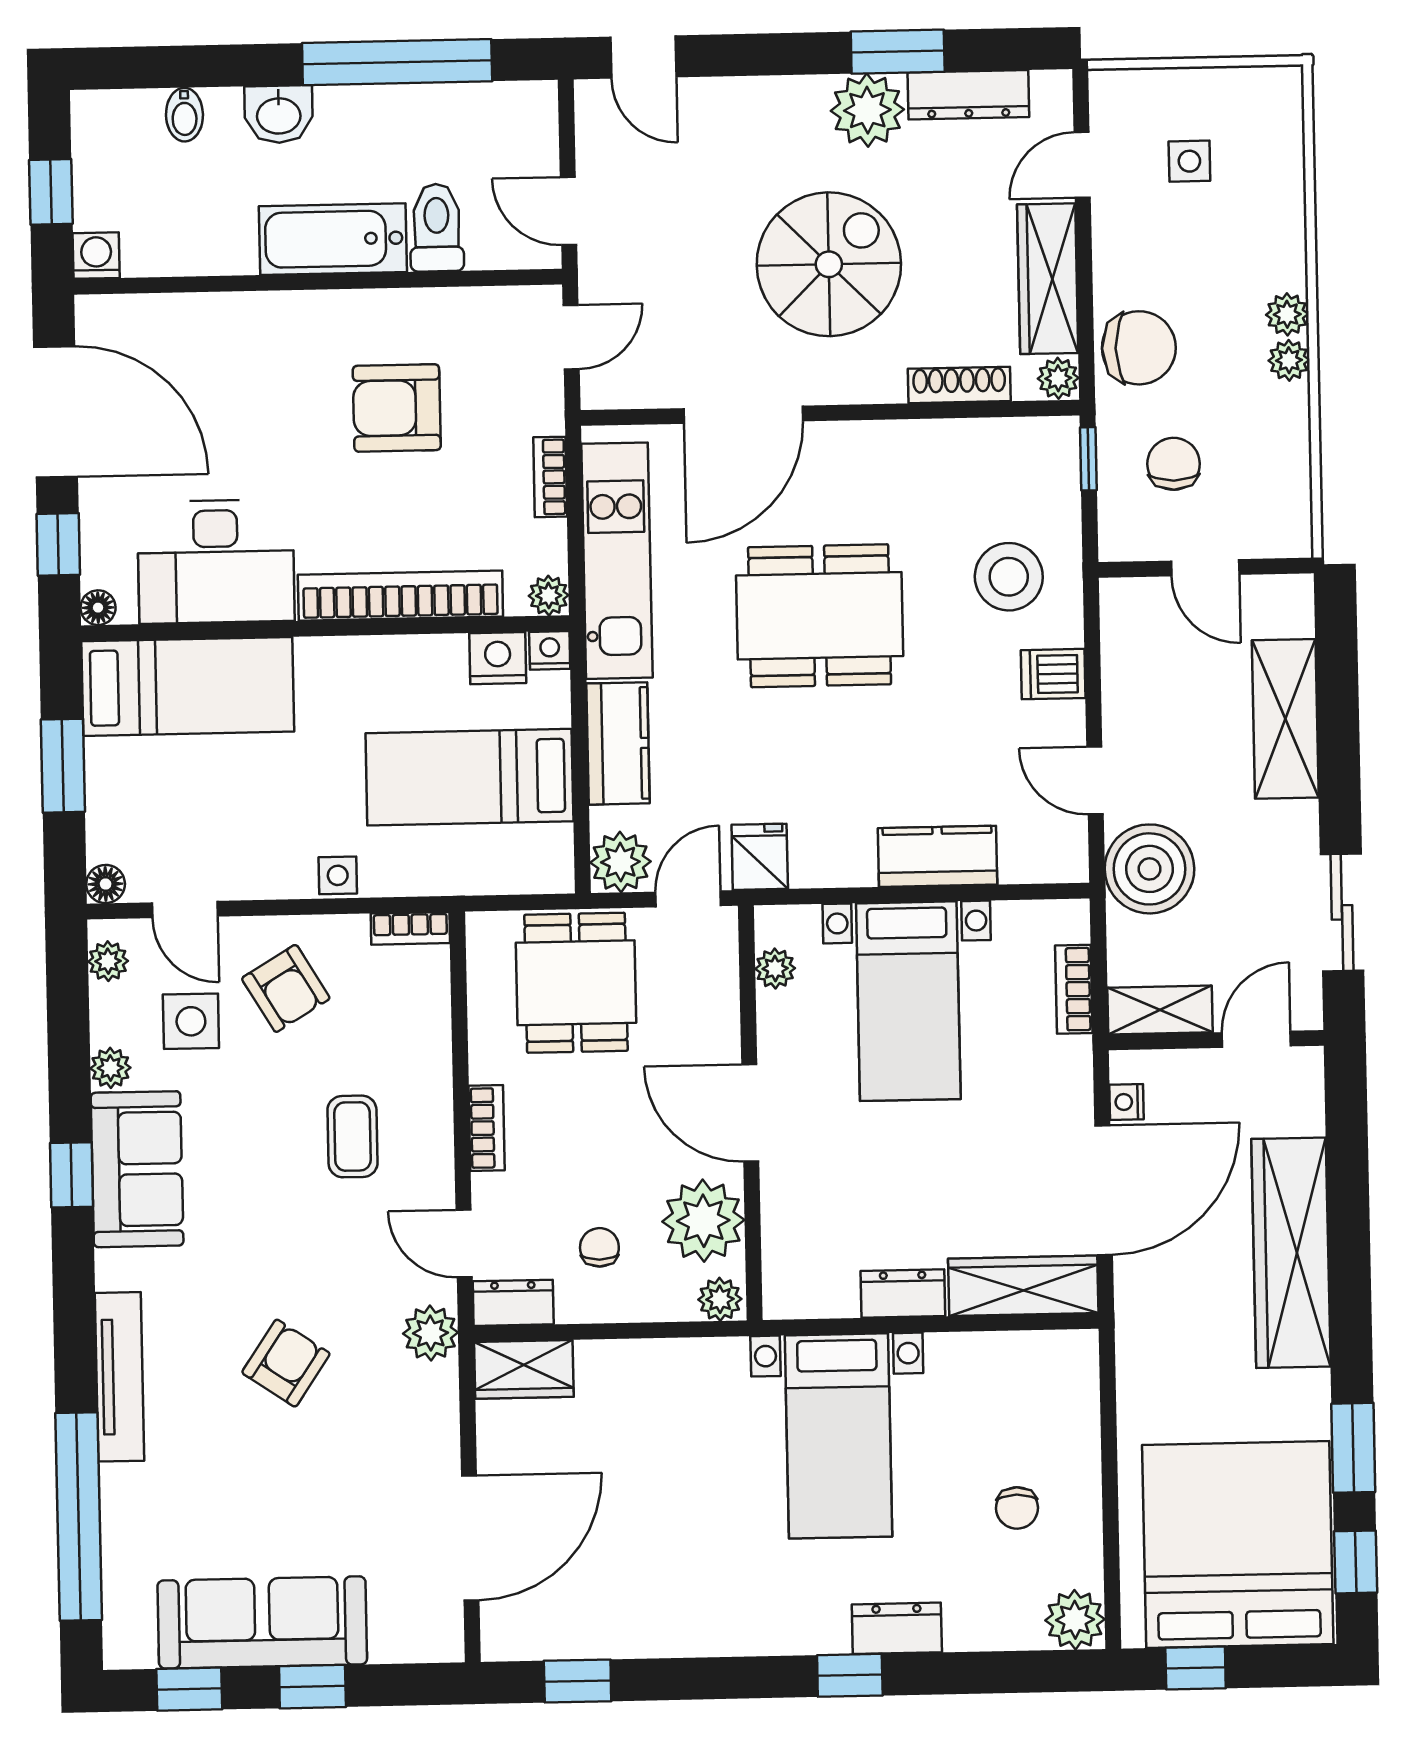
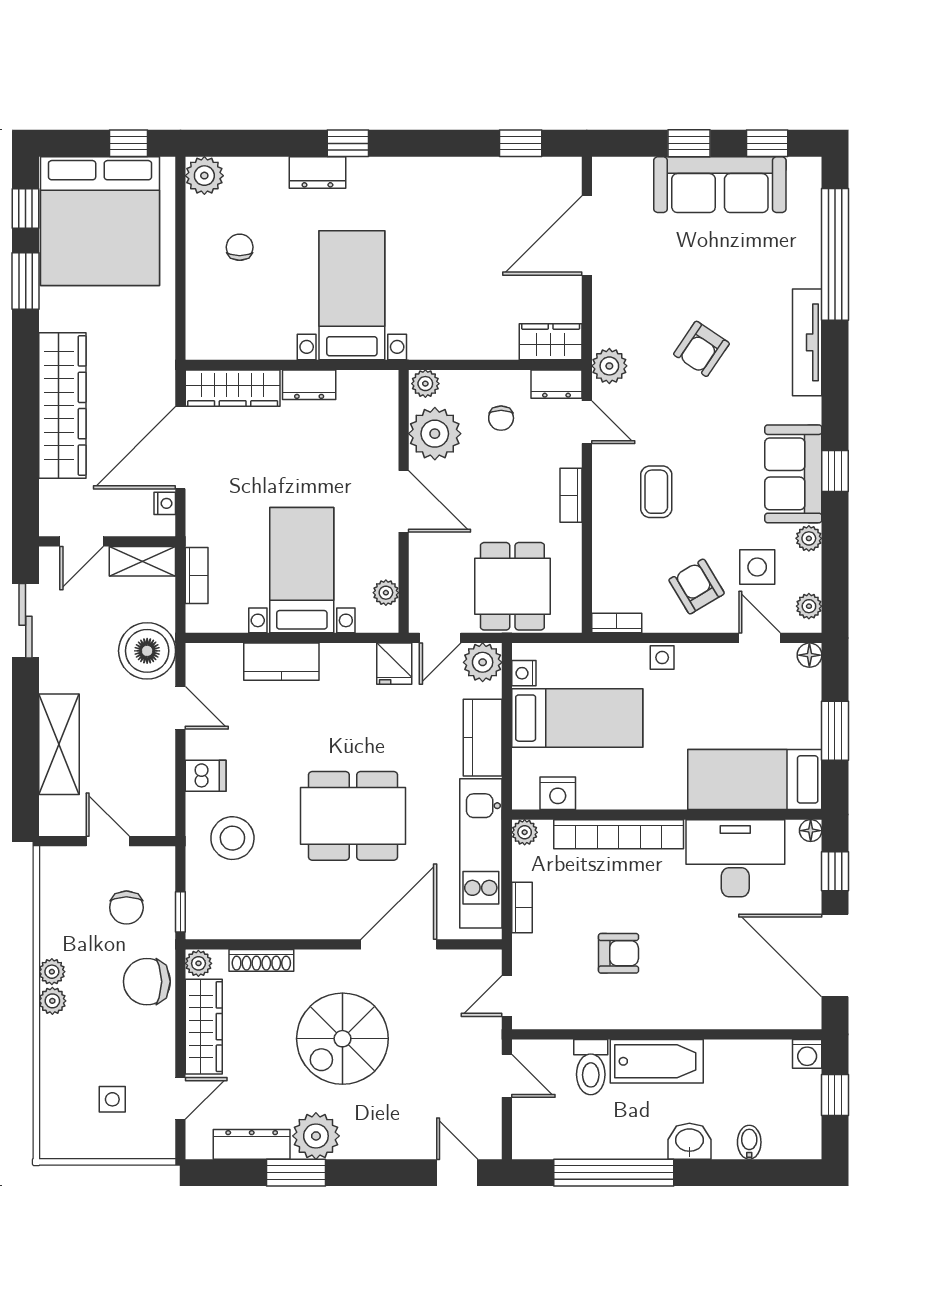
armchair: (397, 408) -> (618, 953), width x0.72, depth x0.72
nightstand: (550, 650) -> (524, 673), moved, turned 90

